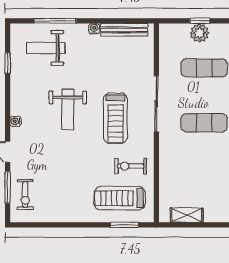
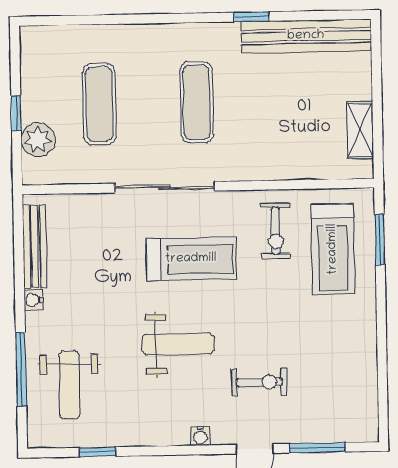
plant: (199, 33) -> (38, 140), moved
exercise bike: (25, 195) -> (259, 382), moved

